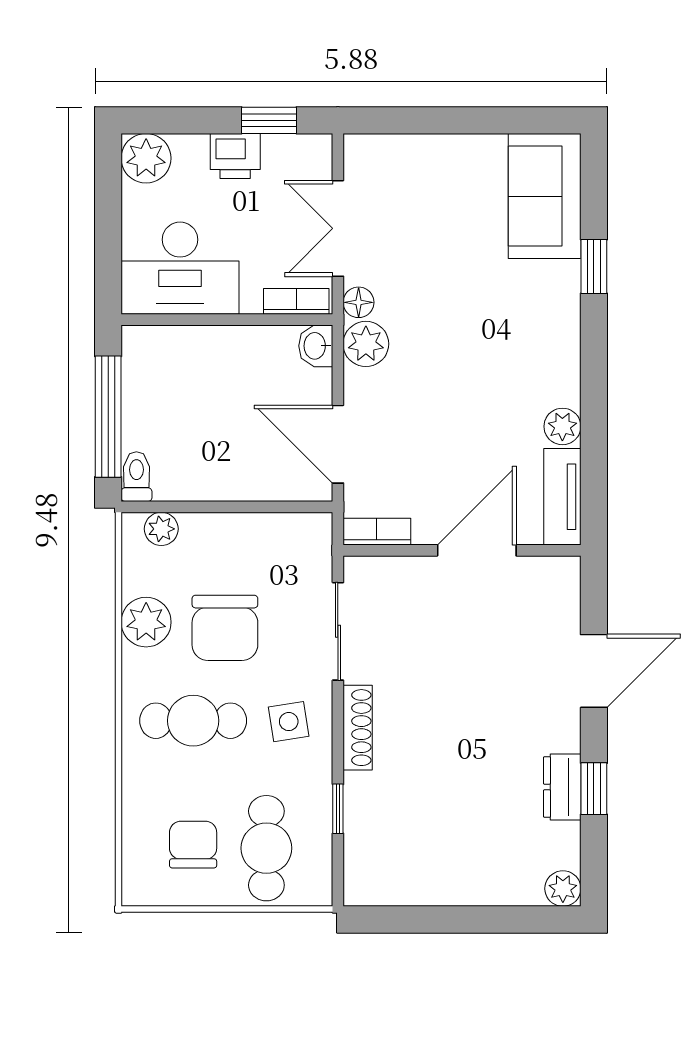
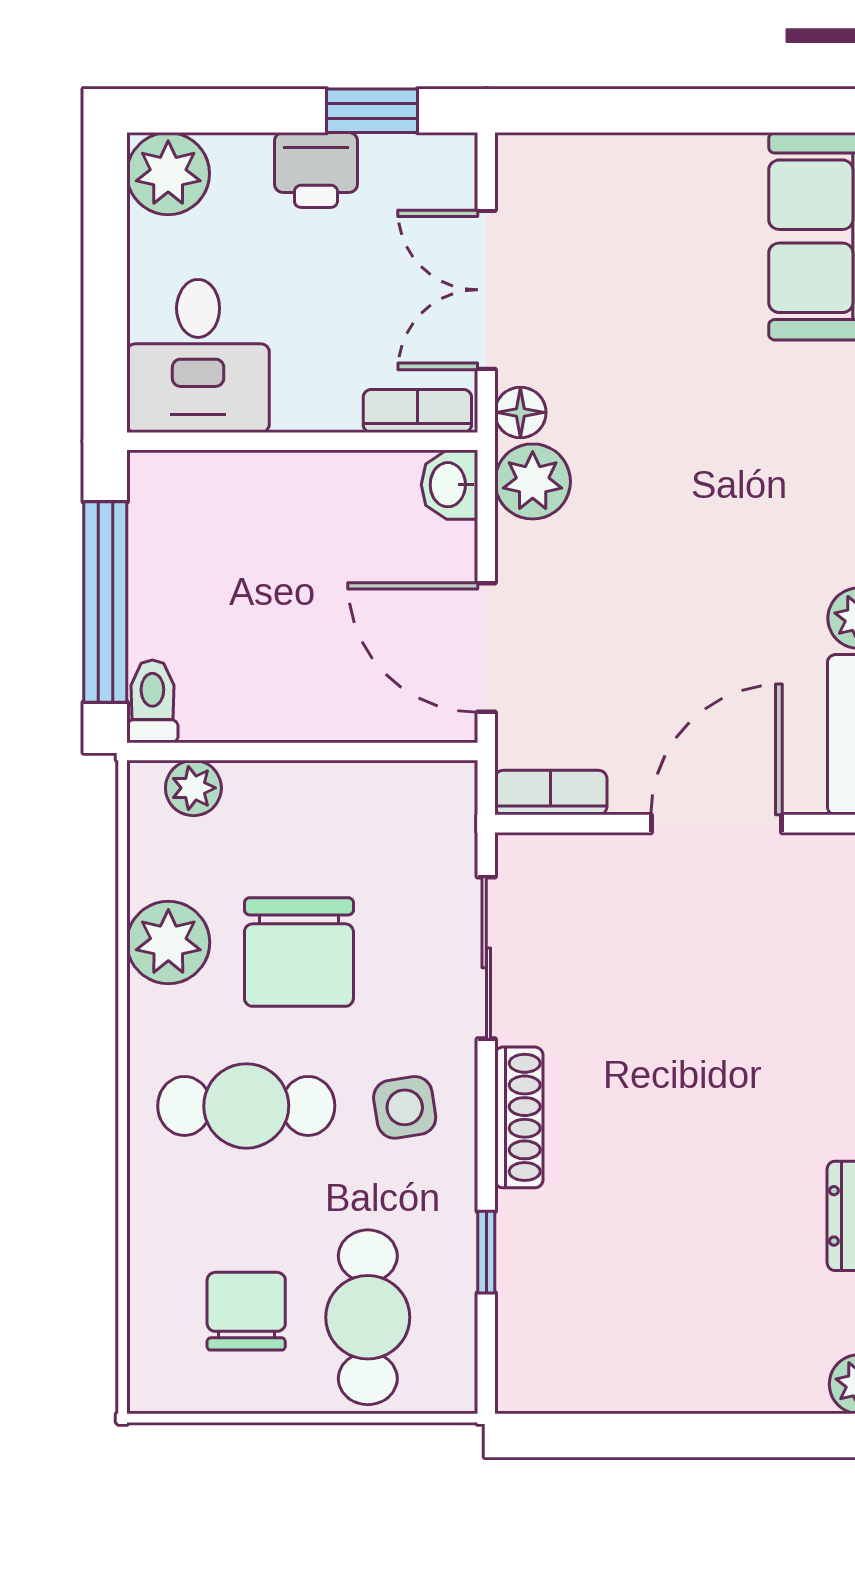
desk: (180, 268) -> (198, 356), width x0.73

